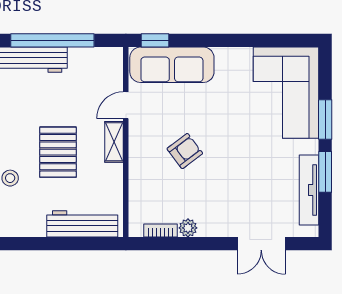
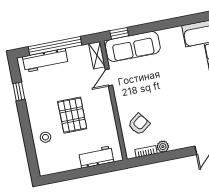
shelving: (114, 142) -> (97, 55), moved
armchair: (185, 151) -> (139, 124), moved
workbench: (82, 224) -> (96, 157), width x0.73

